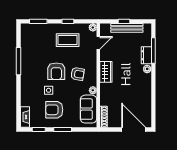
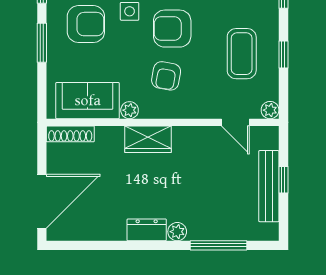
dresser: (146, 55) -> (147, 230), moved
wardrobe: (106, 72) -> (148, 139), moved
armchair: (54, 110) -> (86, 24), turned 90

